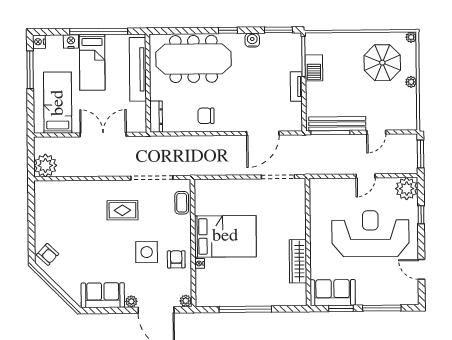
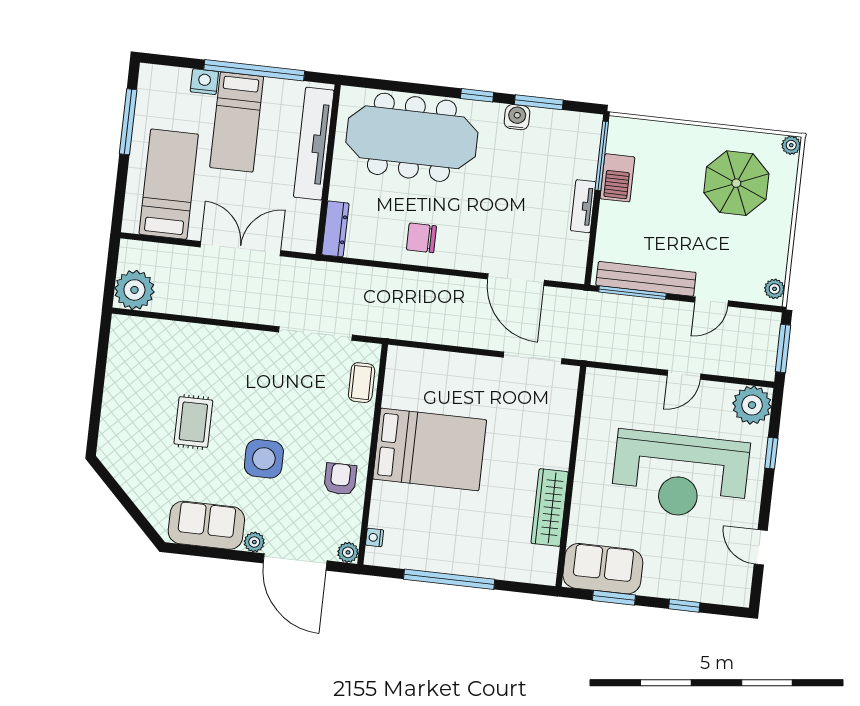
window: (278, 30) -> (539, 102), moved
nightstand: (39, 42) -> (149, 75), removed
plant: (411, 82) -> (775, 289), moved
door: (263, 133) -> (516, 280), hinge flipped
rug: (122, 210) -> (193, 422), moved, turned 90
reception desk: (370, 234) -> (680, 475), turned 180
side table: (147, 252) -> (264, 459), moved
armchair: (48, 254) -> (120, 444), removed
nightstand: (200, 263) -> (374, 537), moved
window: (382, 308) -> (684, 606), width x0.46

